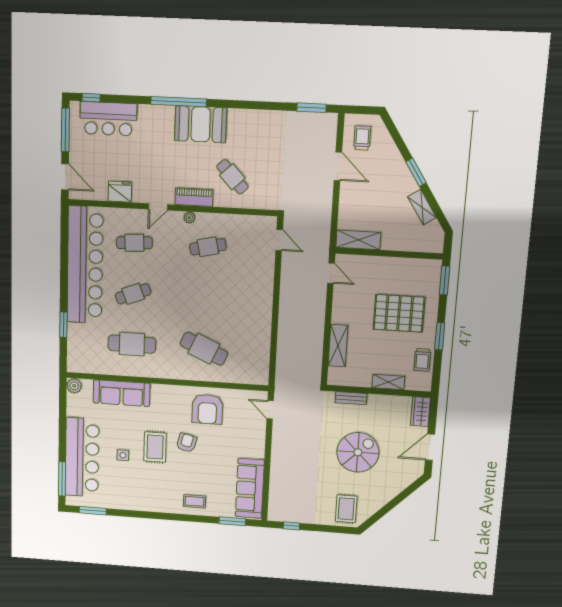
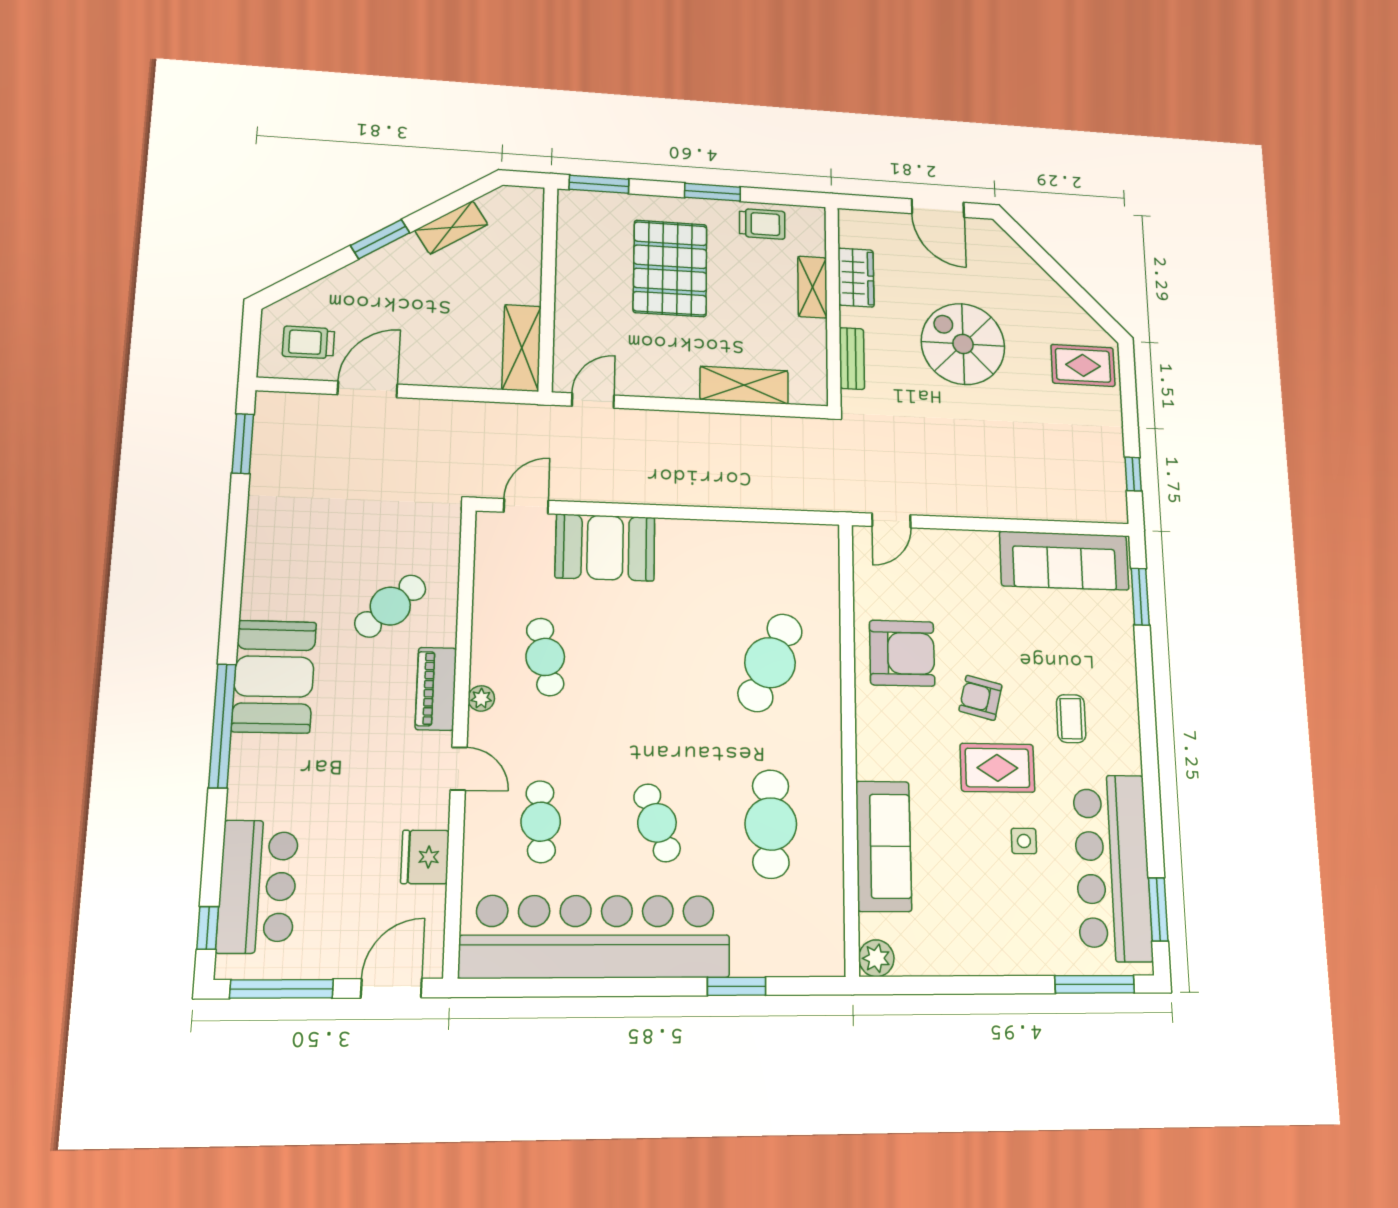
booth: (259, 276) -> (605, 548), added
wardrobe: (420, 412) -> (856, 278), moved, turned -90
bar counter: (82, 458) -> (1113, 868), moved, turned -90
coffee table: (194, 501) -> (1071, 719), moved

